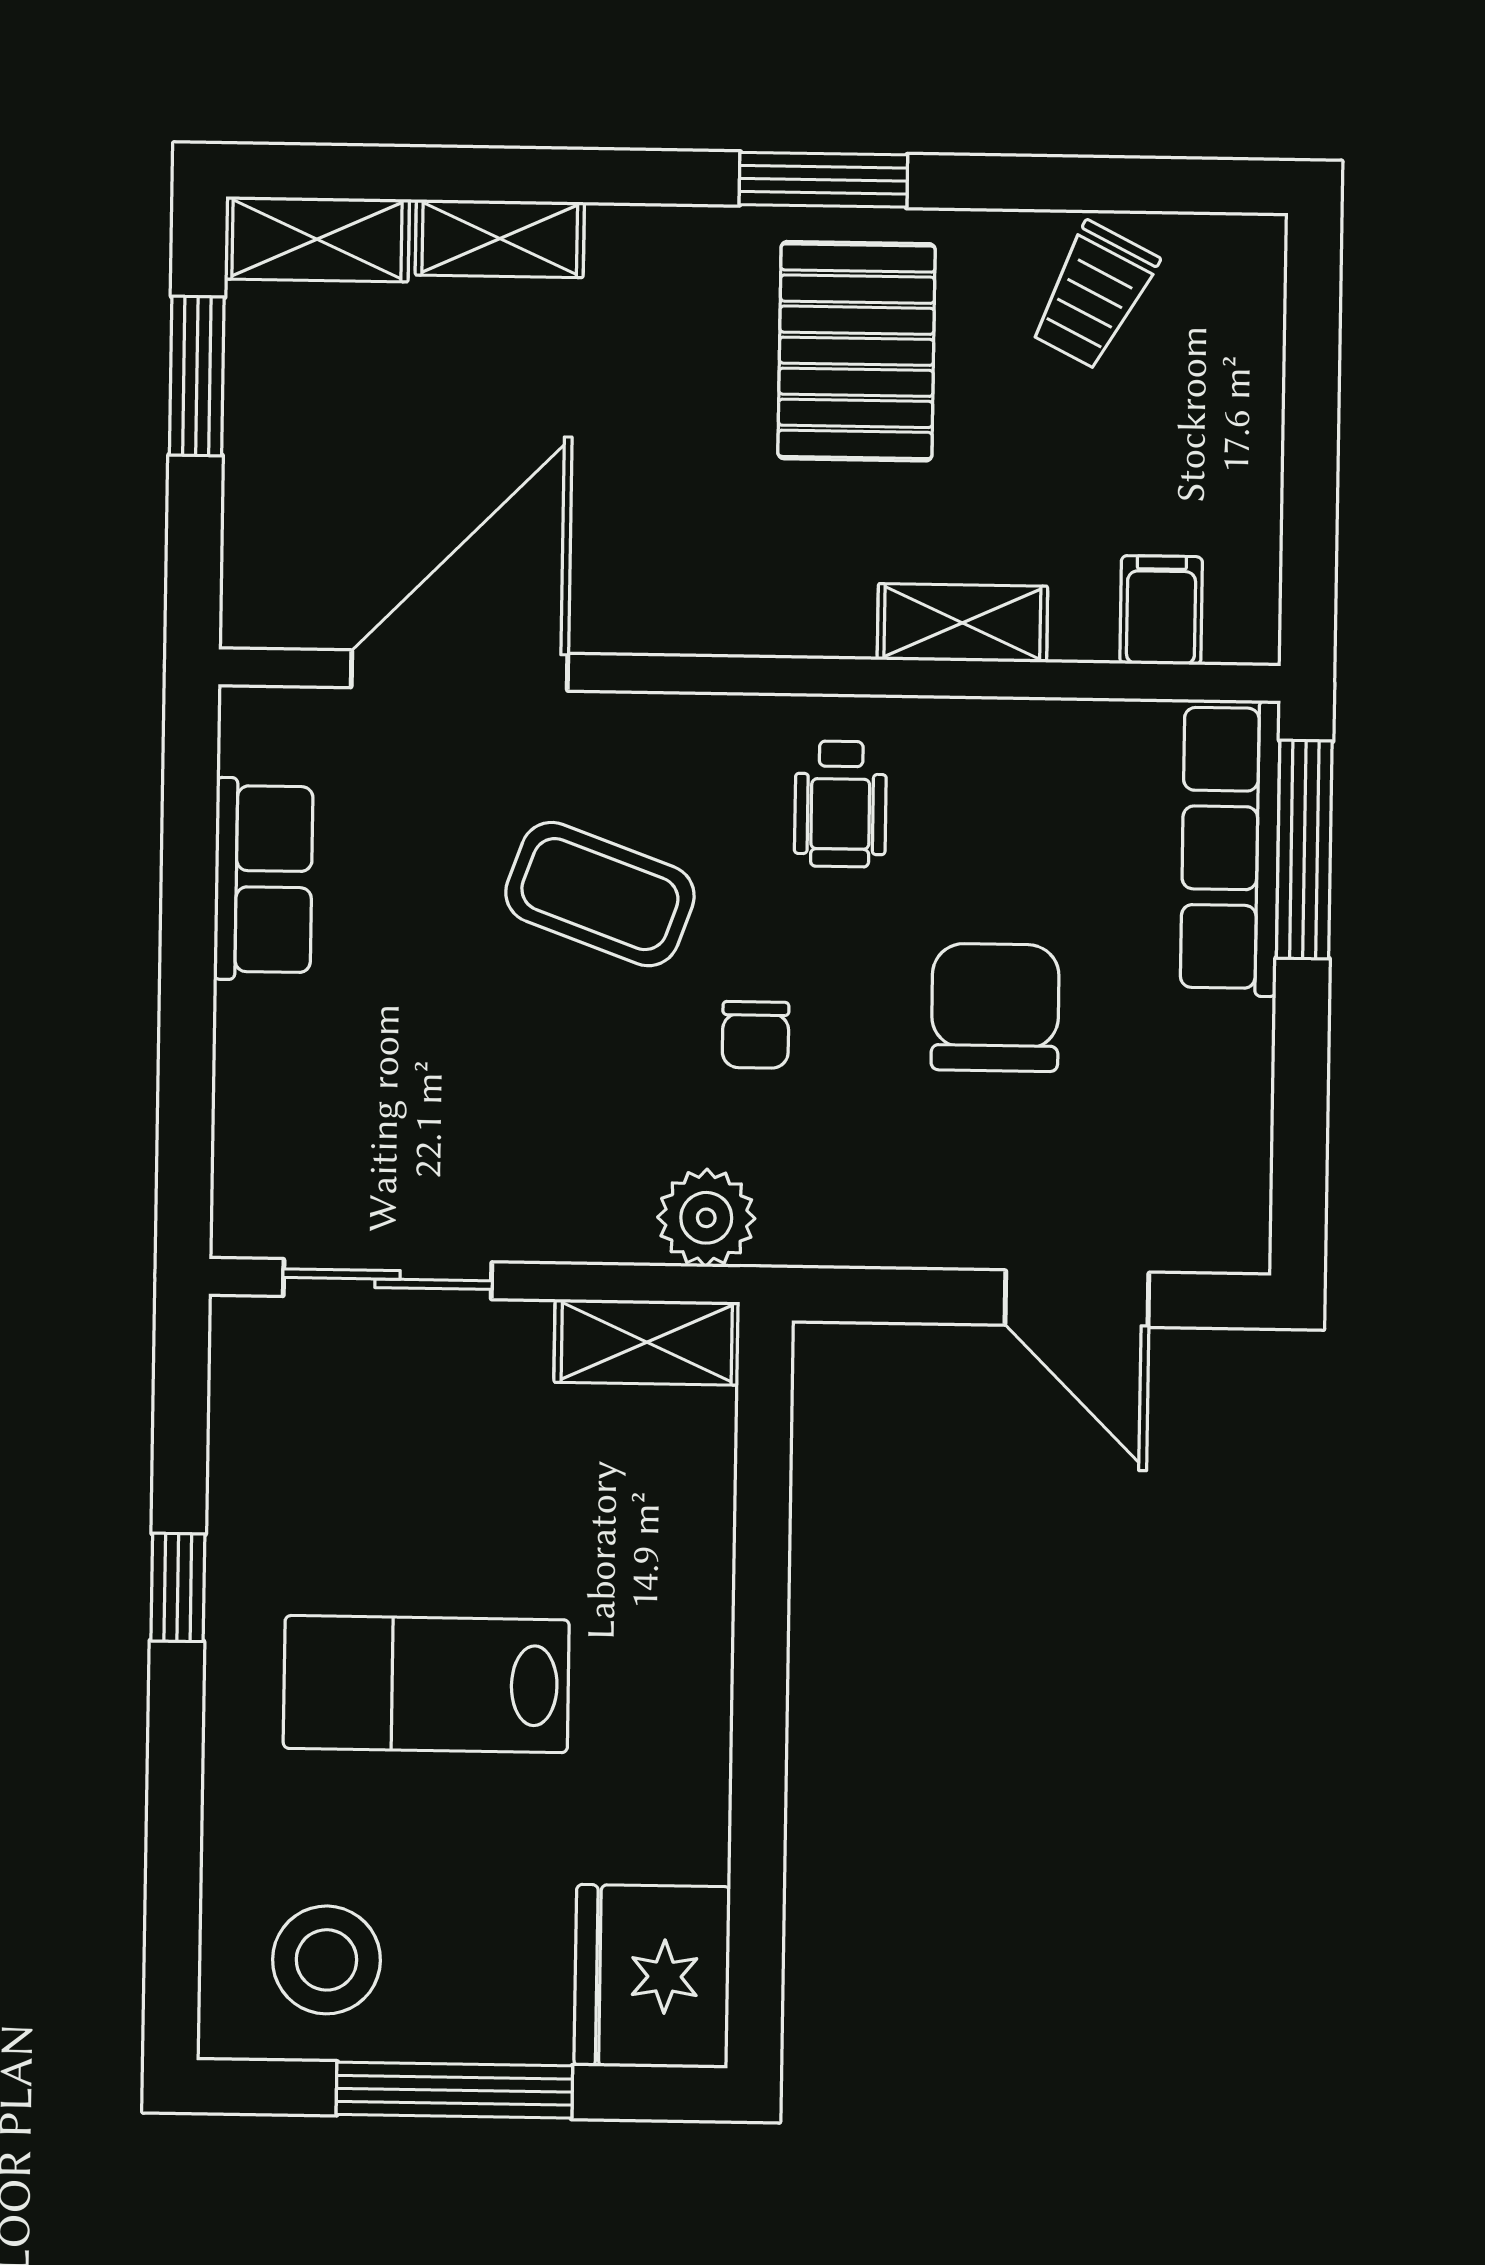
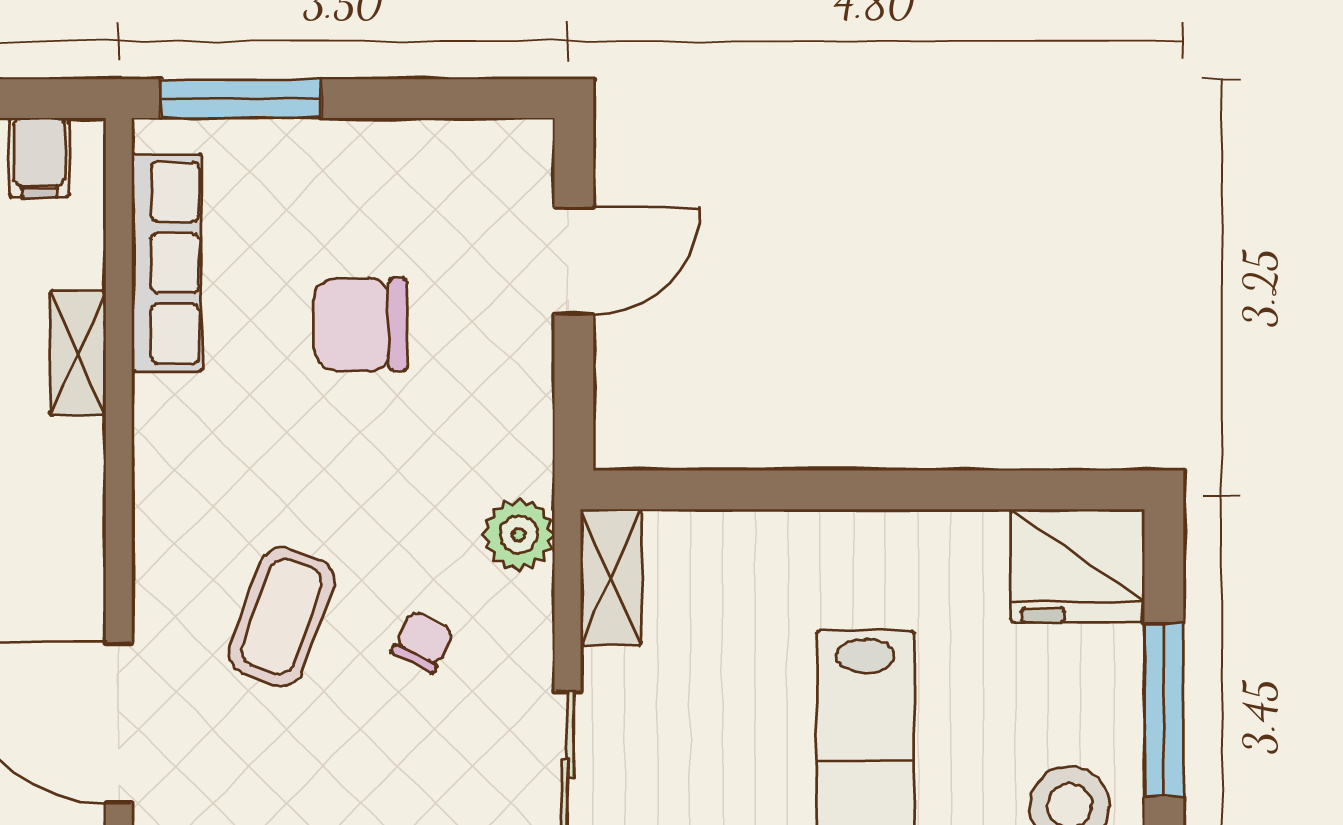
filing cabinet: (1161, 610) -> (39, 158), moved, turned -90
wheelchair: (840, 804) -> (213, 441), removed
row of seats: (1230, 848) -> (167, 263), moved, turned -90
chair: (755, 1035) -> (423, 641), moved, turned -63

